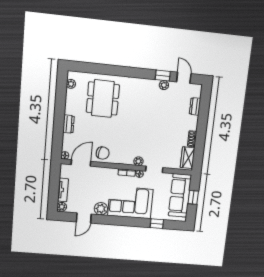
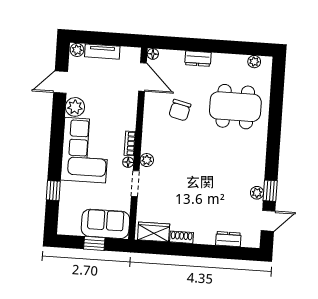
chair: (103, 153) -> (180, 110), moved
sofa: (180, 195) -> (105, 224), width x0.73
door: (84, 218) -> (61, 82), hinge flipped

